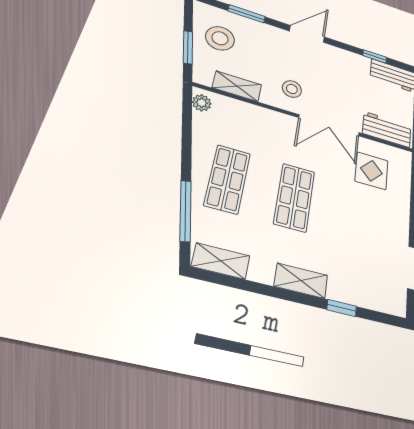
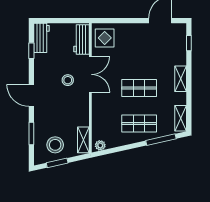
window: (188, 47) -> (57, 163), moved
shelving: (237, 86) -> (83, 140), moved
stool: (292, 89) -> (68, 80), moved
display table: (371, 171) -> (105, 38), moved
window: (342, 308) -> (189, 43), moved

